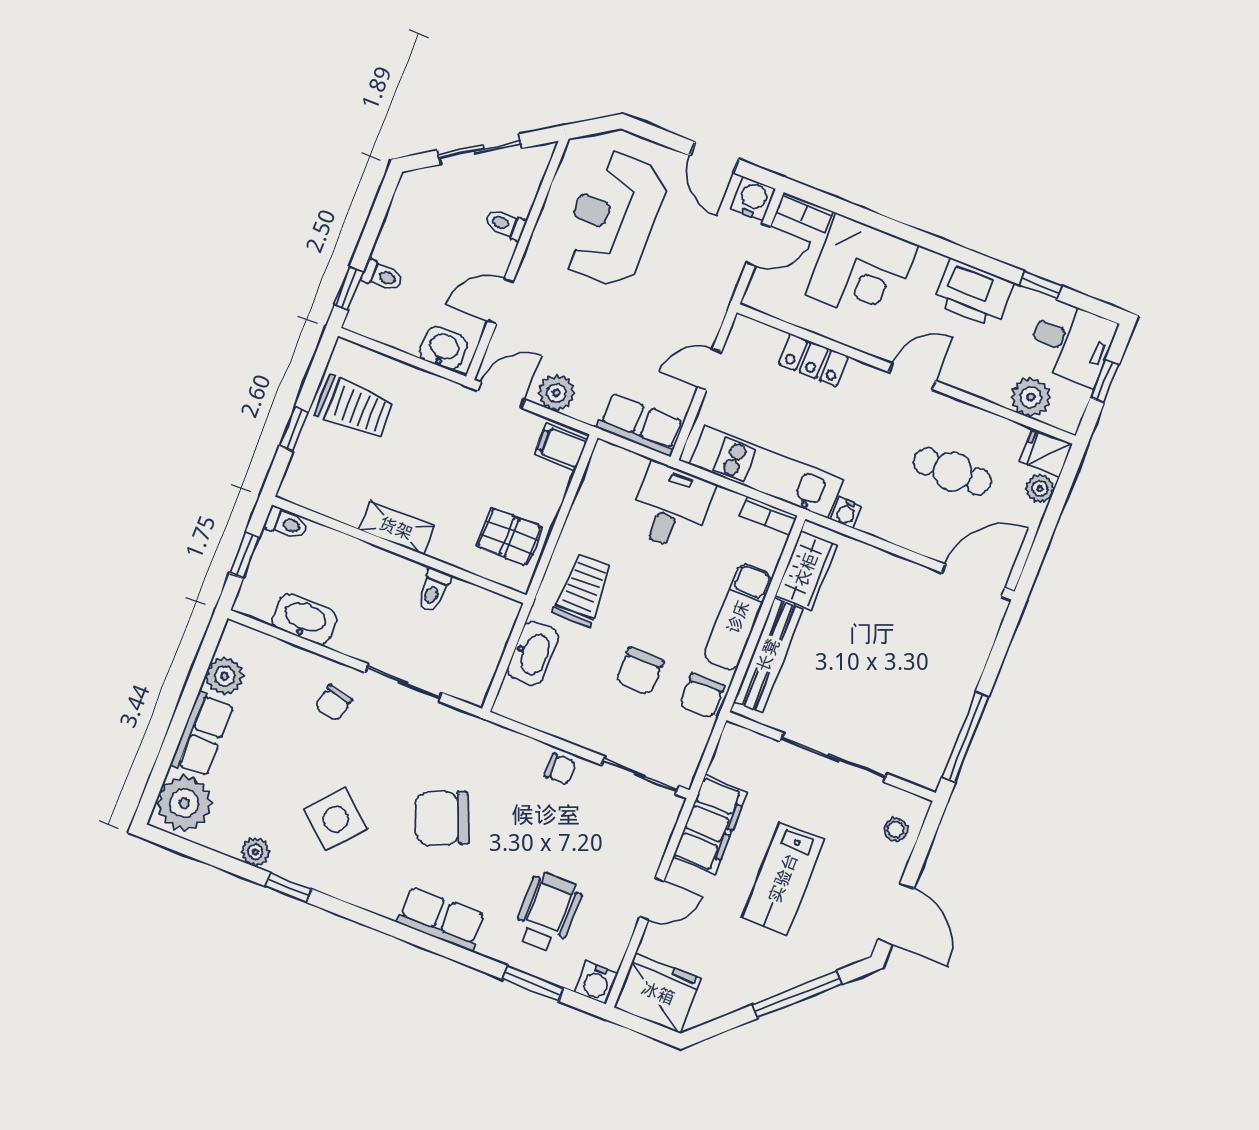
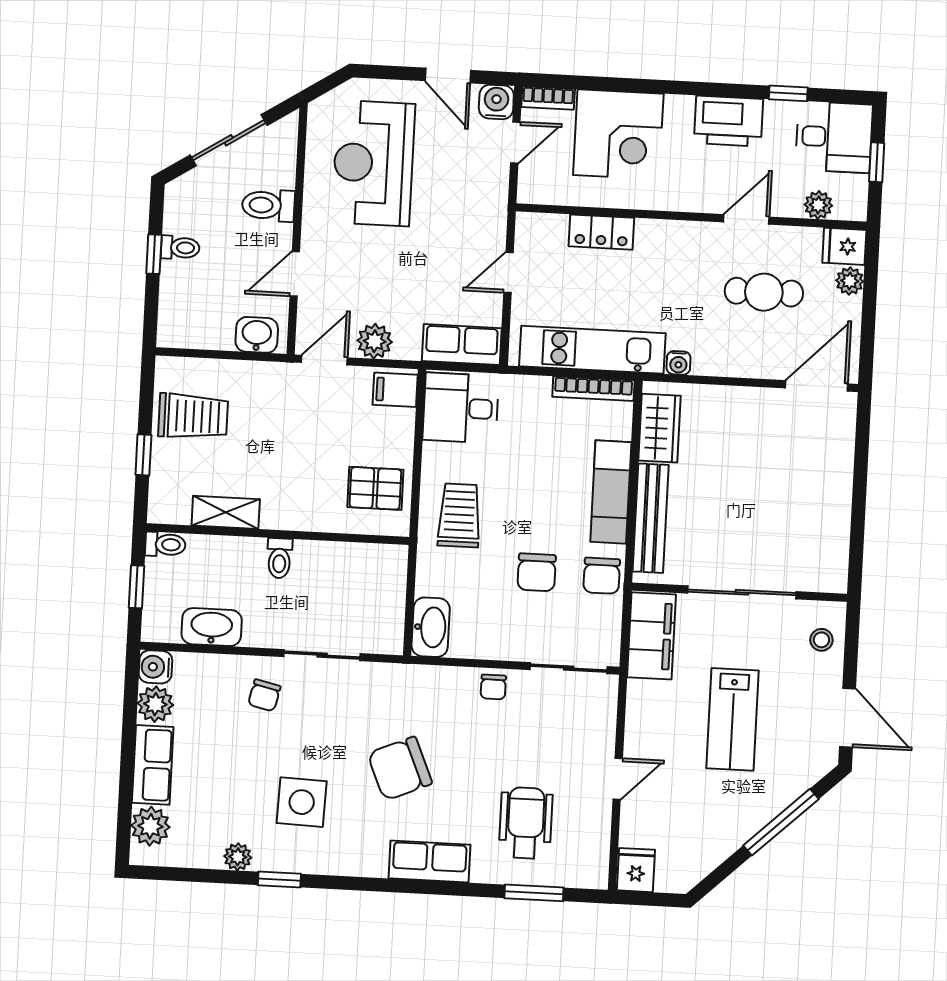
toilet: (505, 224) -> (268, 205), width x1.37, depth x1.39
toilet: (382, 276) -> (180, 248), moved
window: (349, 289) -> (154, 254), moved
door: (912, 376) -> (746, 219), moved
plant: (1031, 397) -> (818, 205), width x0.73, depth x0.73
desk: (671, 507) -> (461, 408), moved, turned -90
bookcase: (769, 516) -> (593, 389), width x1.56
shelving: (396, 528) -> (226, 512), moved
toilet: (434, 590) -> (279, 558), moved
washbasin: (533, 653) -> (431, 627), moved
window: (965, 737) -> (857, 533), removed
chair: (560, 769) -> (493, 687), turned 90
plant: (184, 803) -> (150, 826), width x0.73, depth x0.73
side table: (336, 819) -> (302, 802), turned -38
filing cabinet: (710, 825) -> (651, 636), moved
water cooler: (596, 983) -> (155, 667), moved, turned 90
fridge: (658, 993) -> (636, 870), width x0.53, depth x0.75

